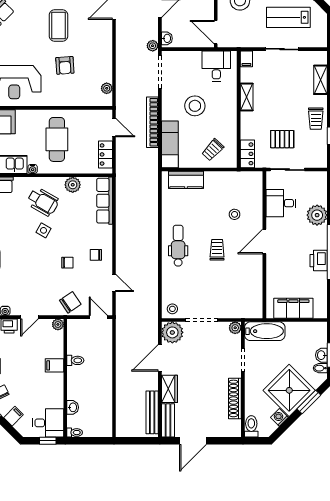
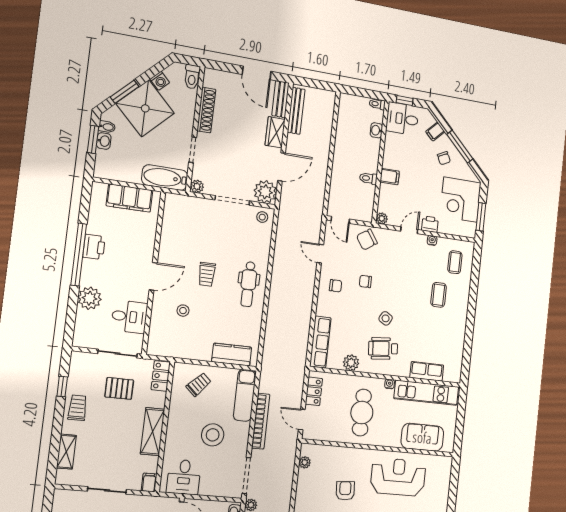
shelving: (247, 97) -> (153, 432), width x1.50, depth x1.33
wheelchair: (43, 202) -> (383, 348), turned -35
door: (193, 441) -> (257, 73), swing flipped

